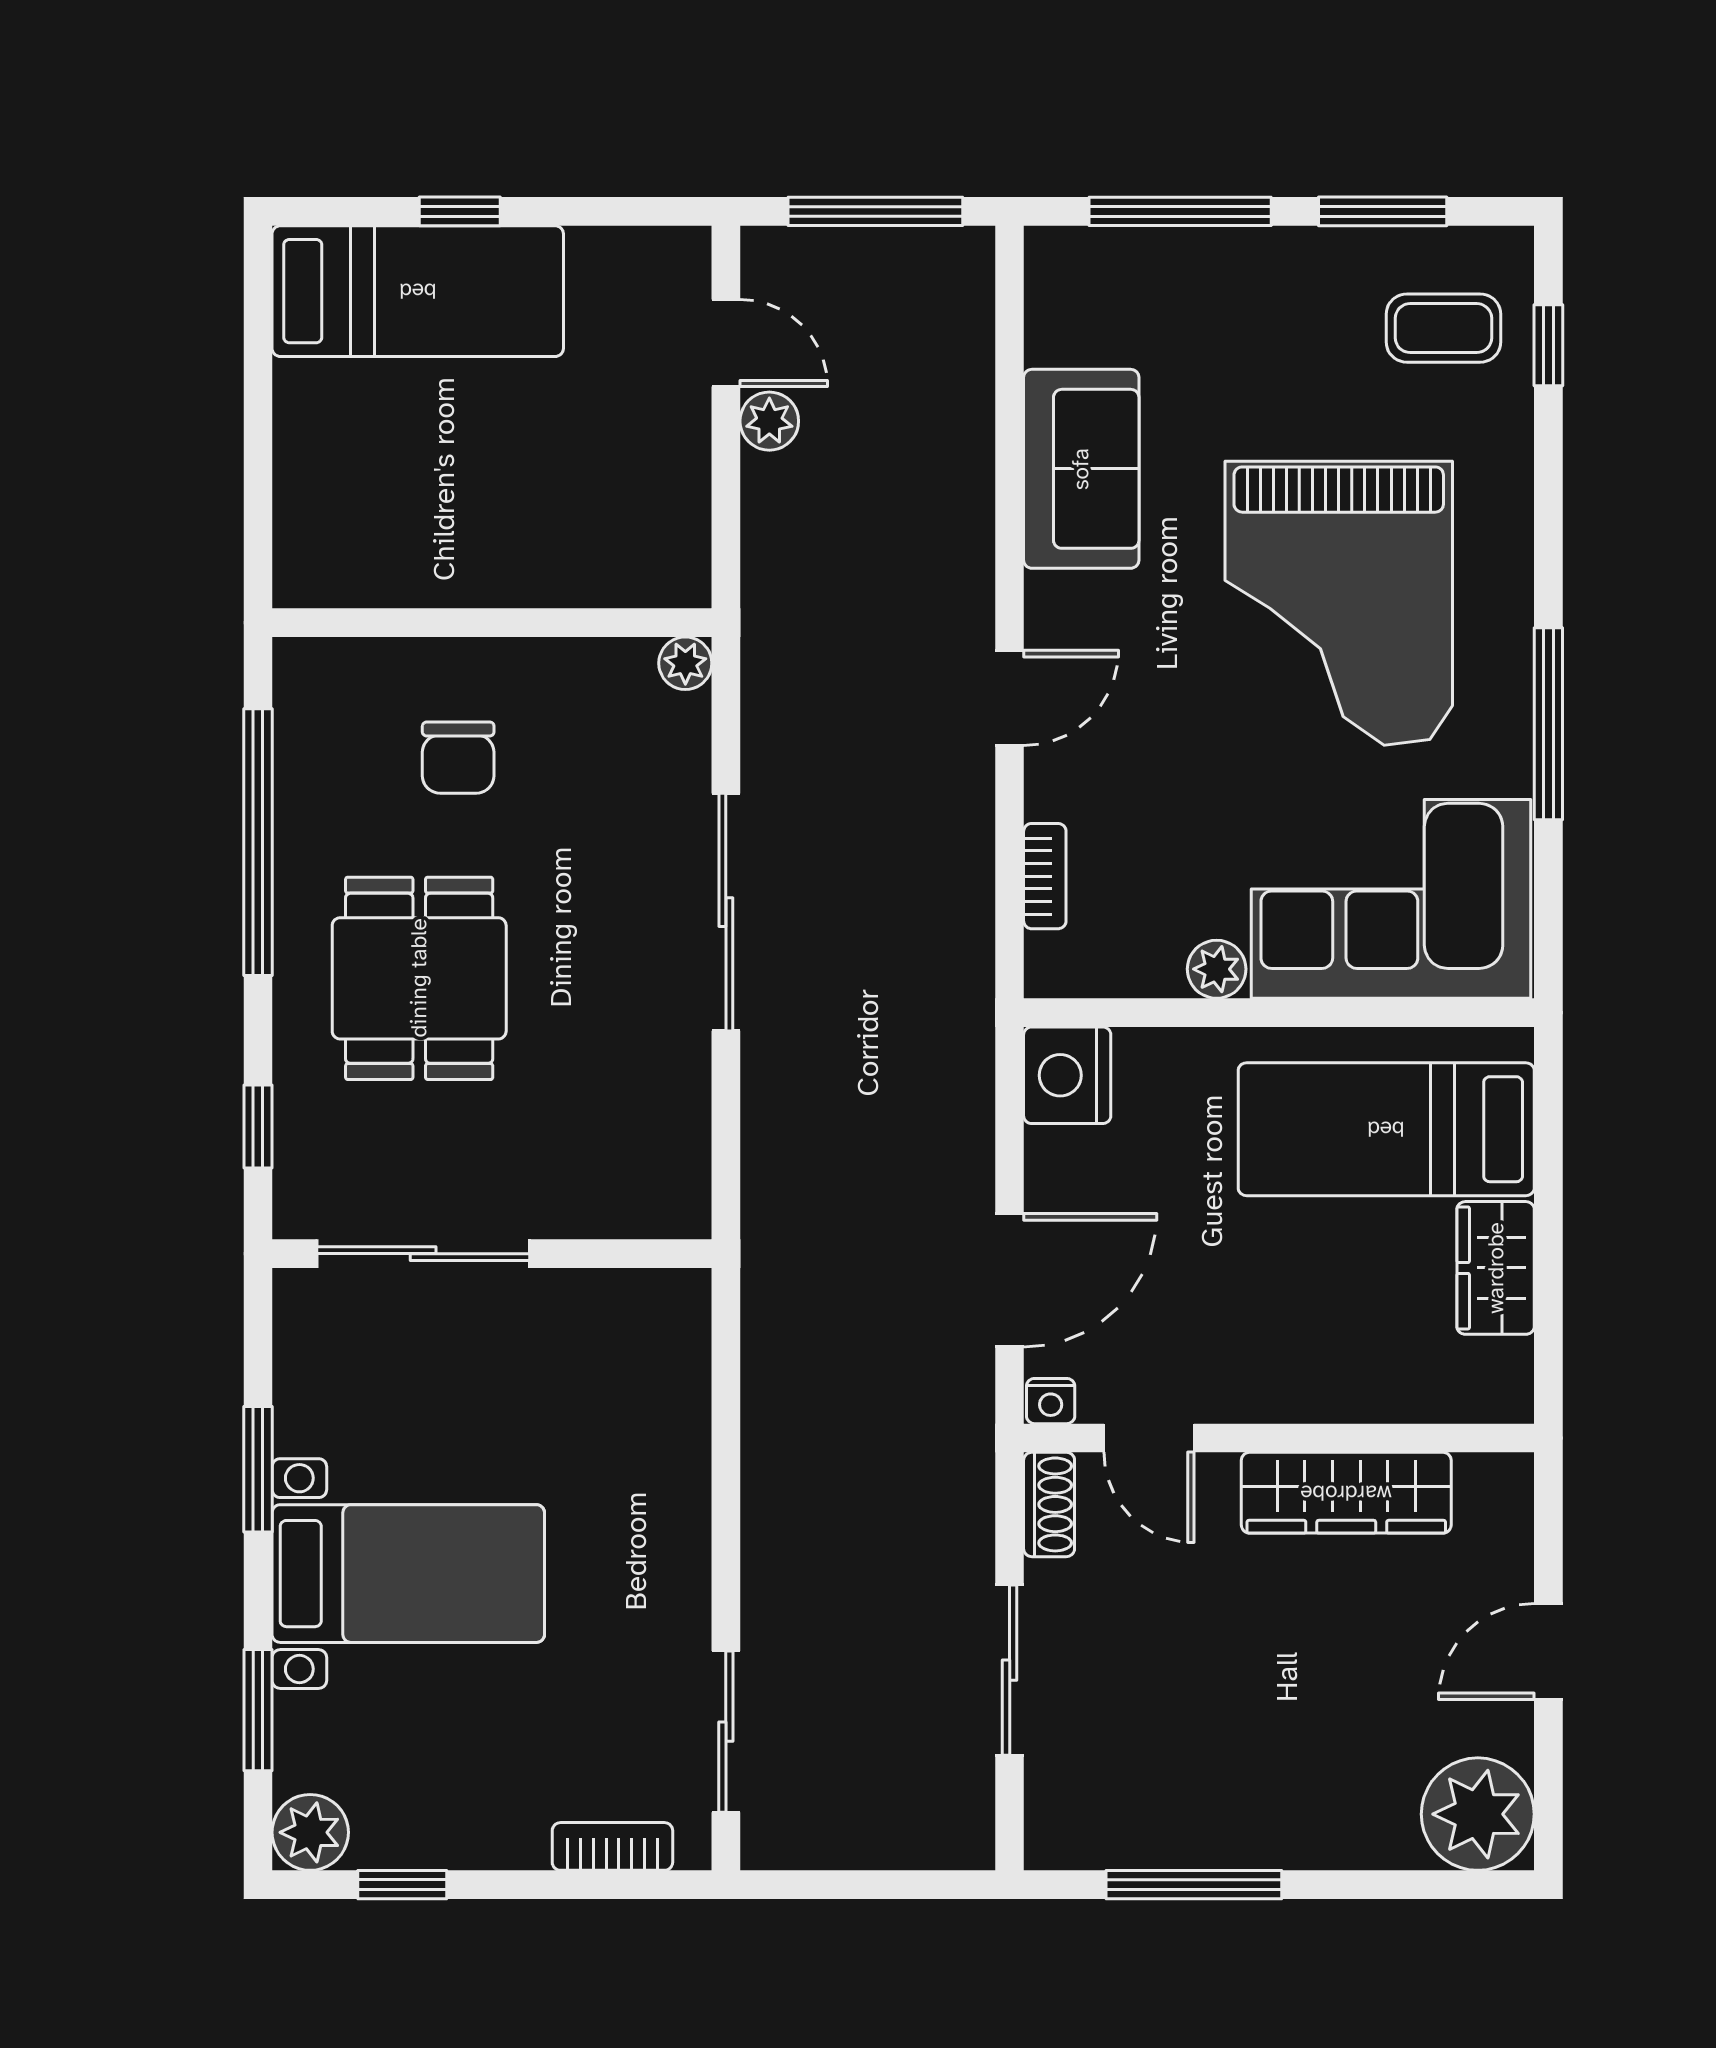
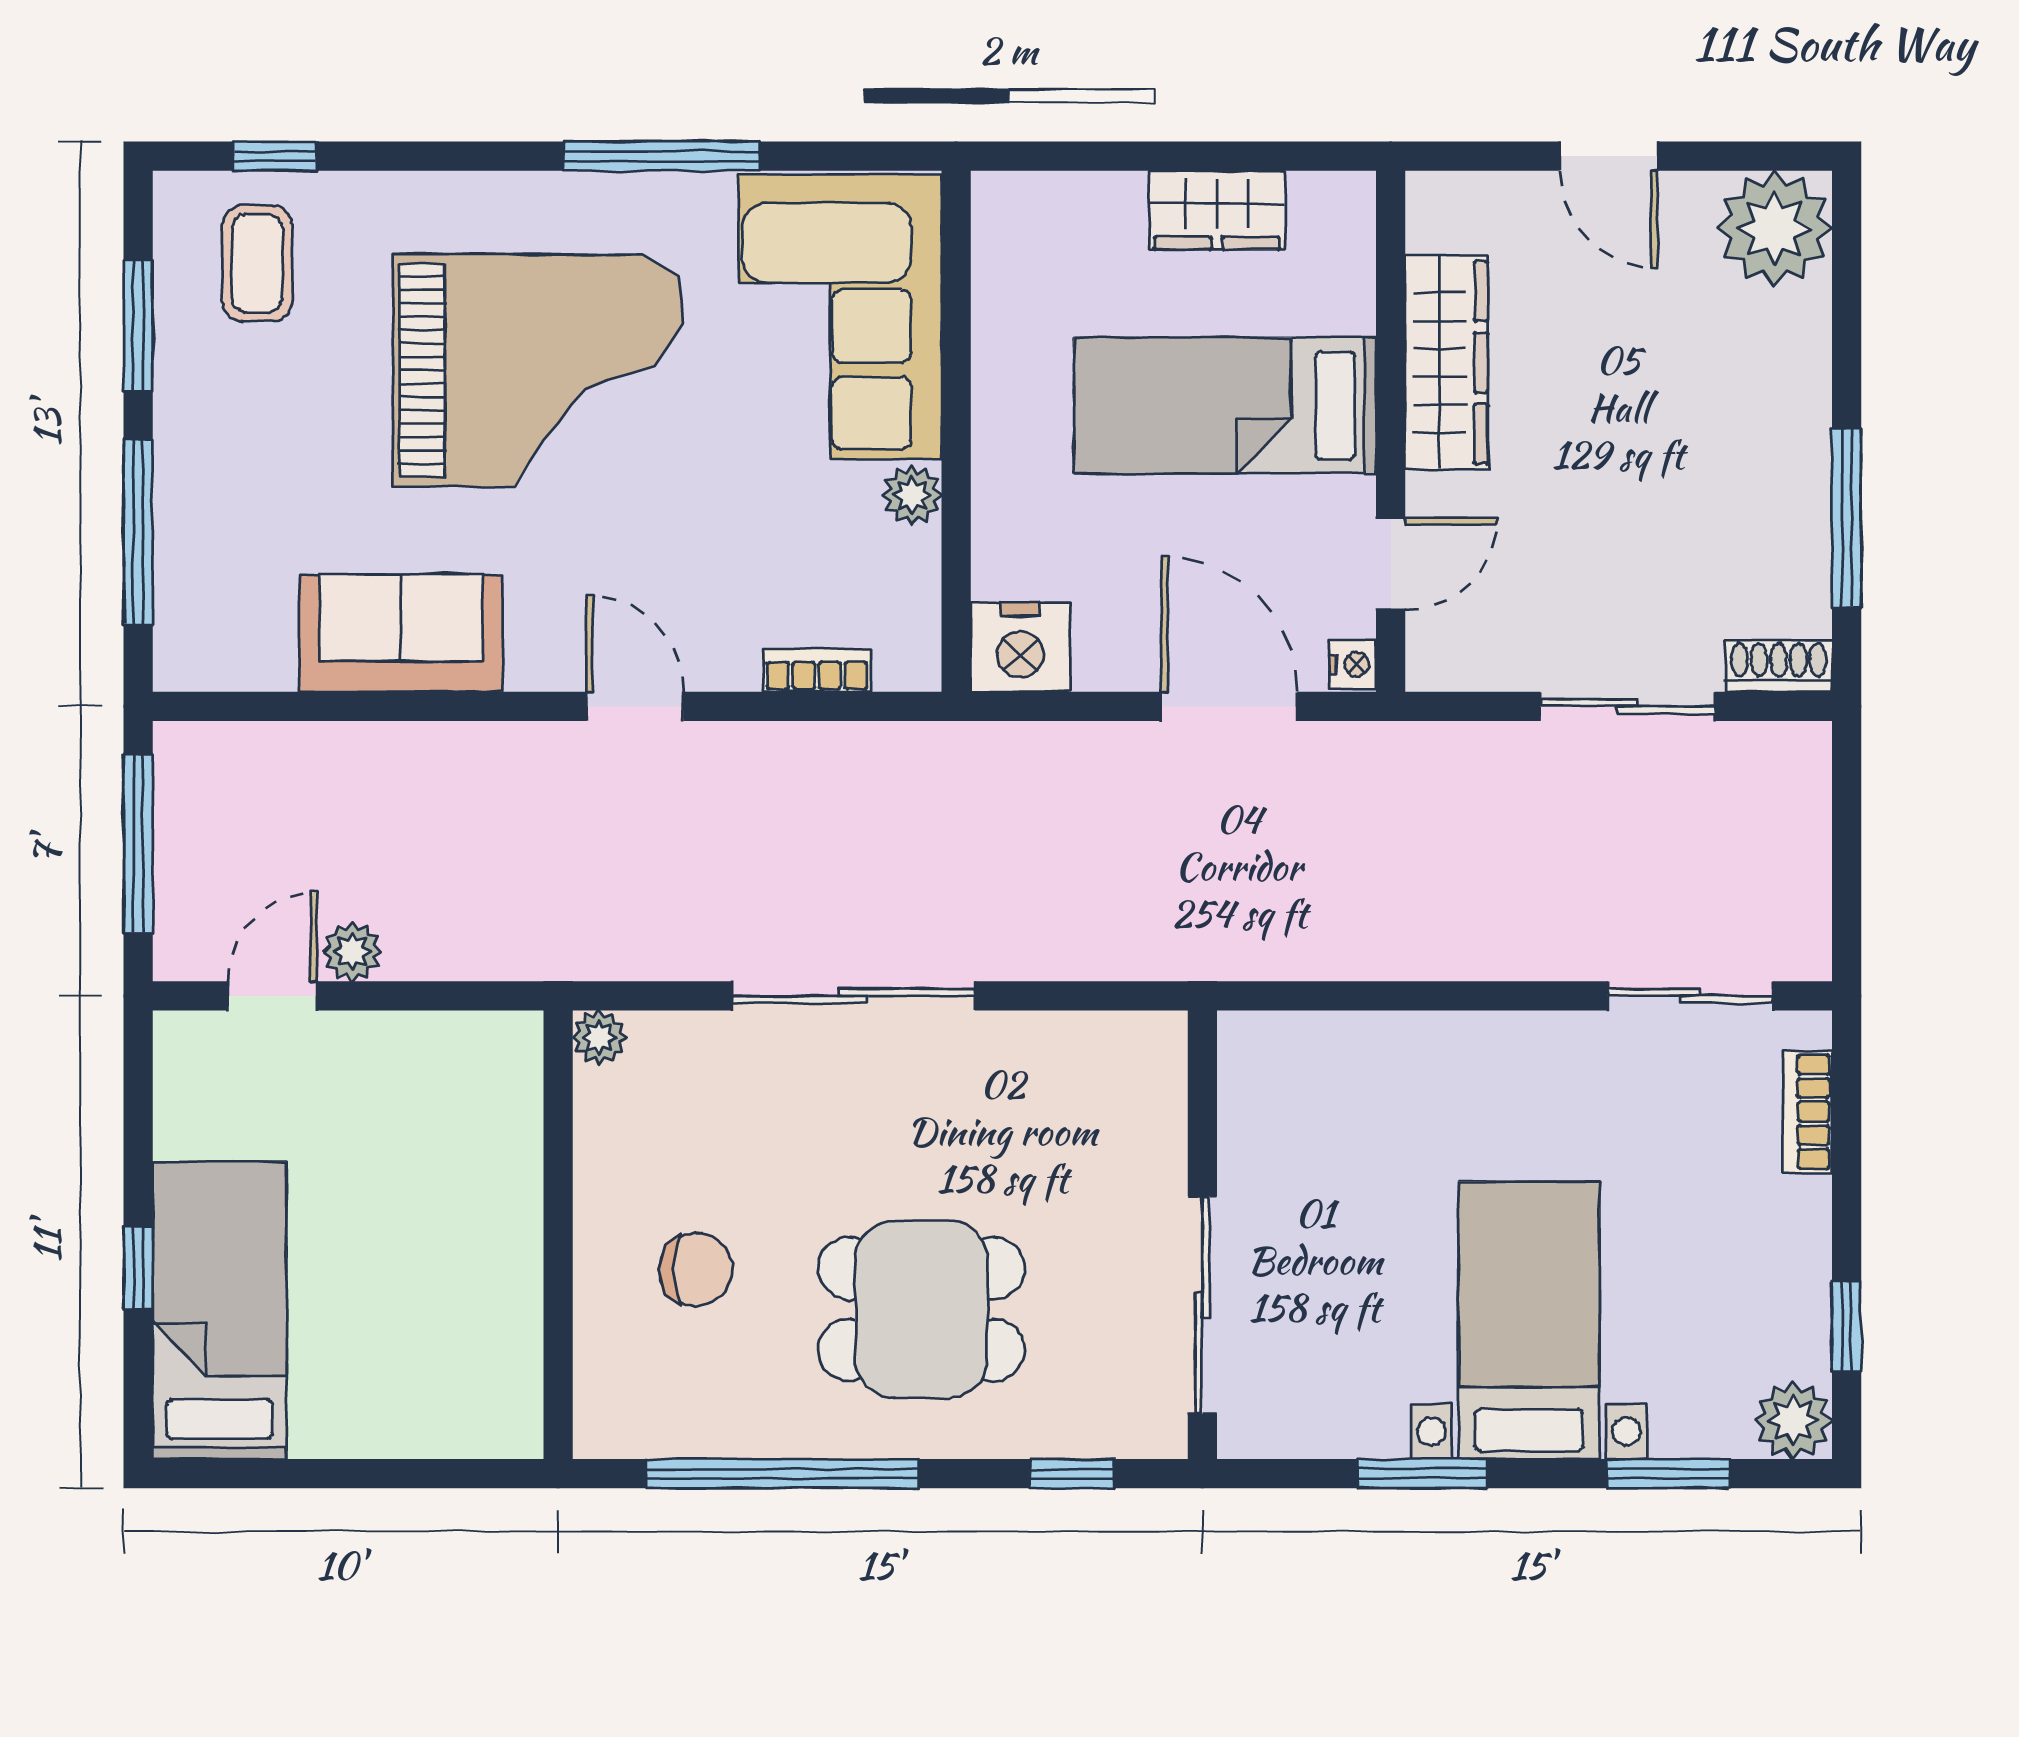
bed: (1386, 1129) -> (1225, 405), moved, turned 90
shoe rack: (1049, 1504) -> (1779, 666), moved

